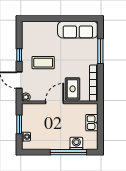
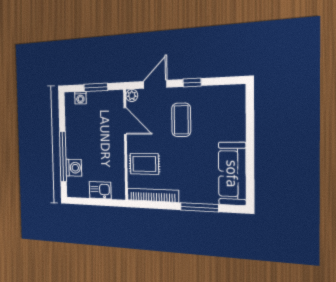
door: (55, 102) -> (125, 121), moved

